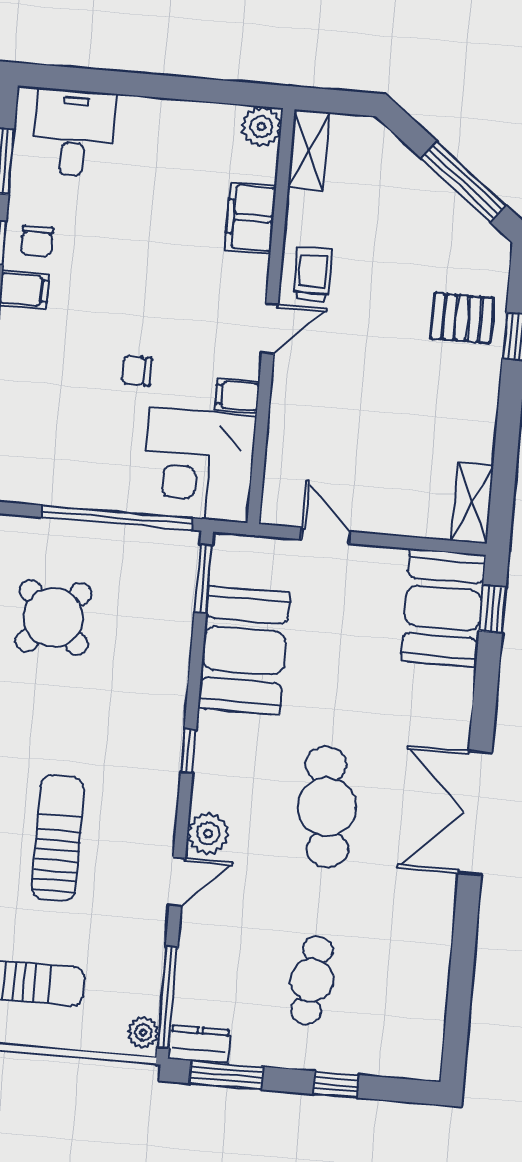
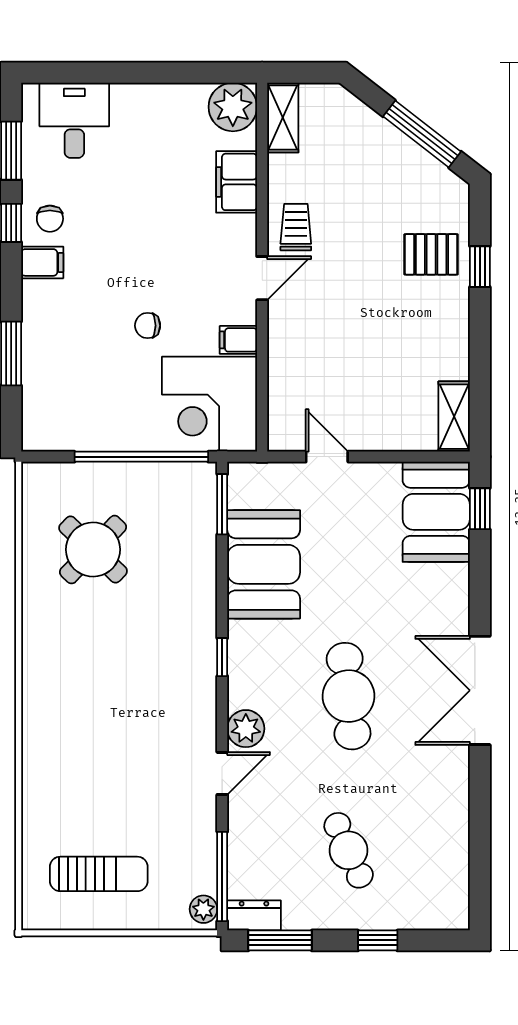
plant: (261, 126) -> (233, 107), width x1.36, depth x1.36
sun lounger: (58, 838) -> (114, 744), removed
cafe table: (312, 980) -> (349, 850), turned -30

